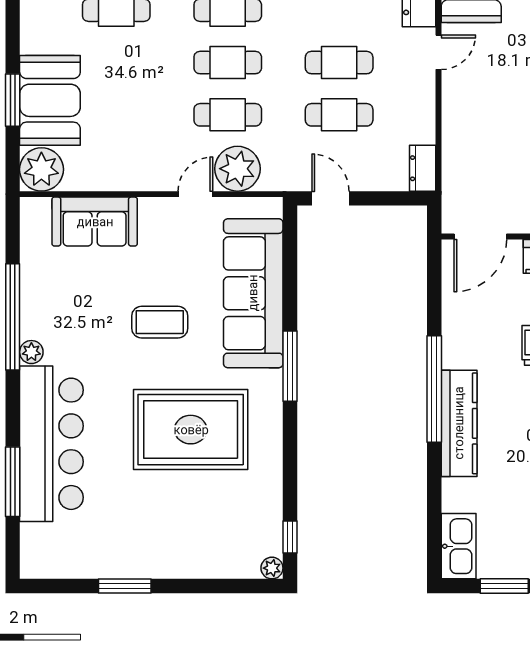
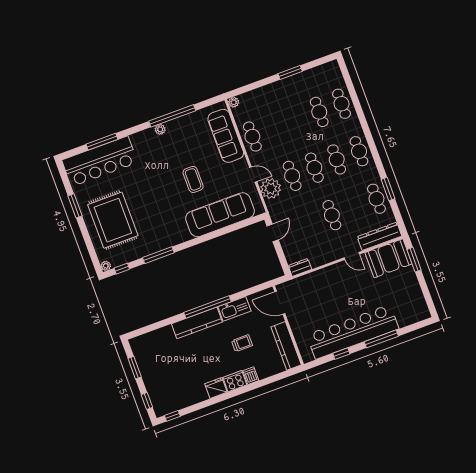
window: (13, 100) -> (290, 72), moved
booth: (50, 100) -> (270, 98), removed
cafe table: (339, 115) -> (252, 137), moved
plant: (41, 169) -> (234, 102), width x0.53, depth x0.53
sofa: (95, 222) -> (226, 136), width x1.36
window: (290, 366) -> (158, 255), moved
rug: (191, 430) -> (113, 220), moved
bar counter: (51, 444) -> (100, 161), moved
kitchen sink: (459, 546) -> (234, 309), moved

